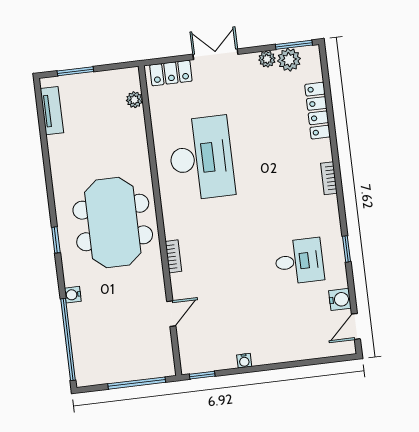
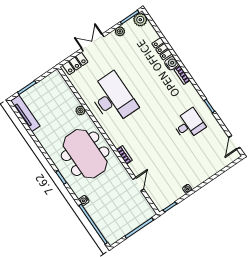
plant: (289, 60) -> (140, 20), moved
plant: (134, 100) -> (80, 110), moved
tv unit: (52, 111) -> (25, 114), width x1.41
locker: (318, 111) -> (162, 49), width x0.66
water cooler: (340, 299) -> (171, 63), moved

